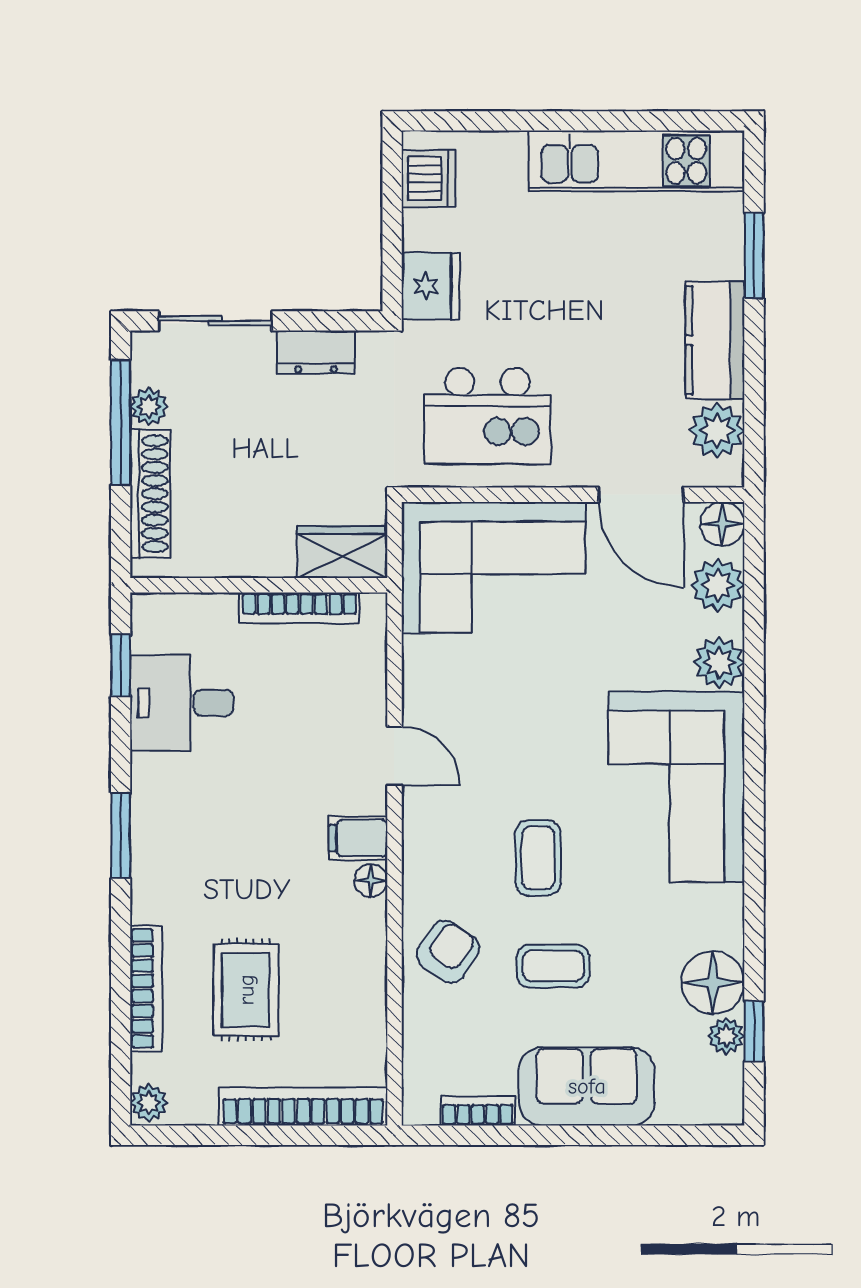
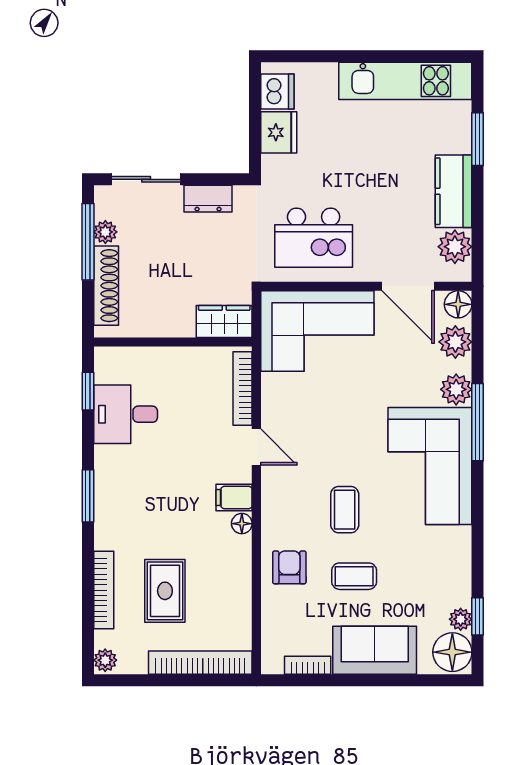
fridge: (431, 286) -> (279, 132), moved
bookcase: (299, 608) -> (243, 389), moved, turned 90
window: (754, 716) -> (478, 422), added
armchair: (448, 952) -> (289, 567), turned -35
floor lamp: (713, 982) -> (452, 652), moved

